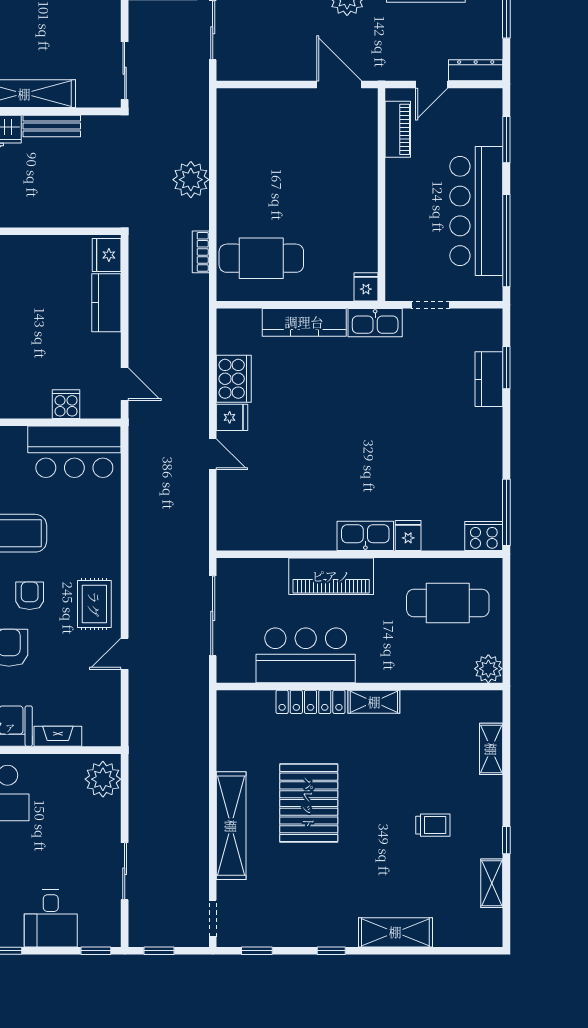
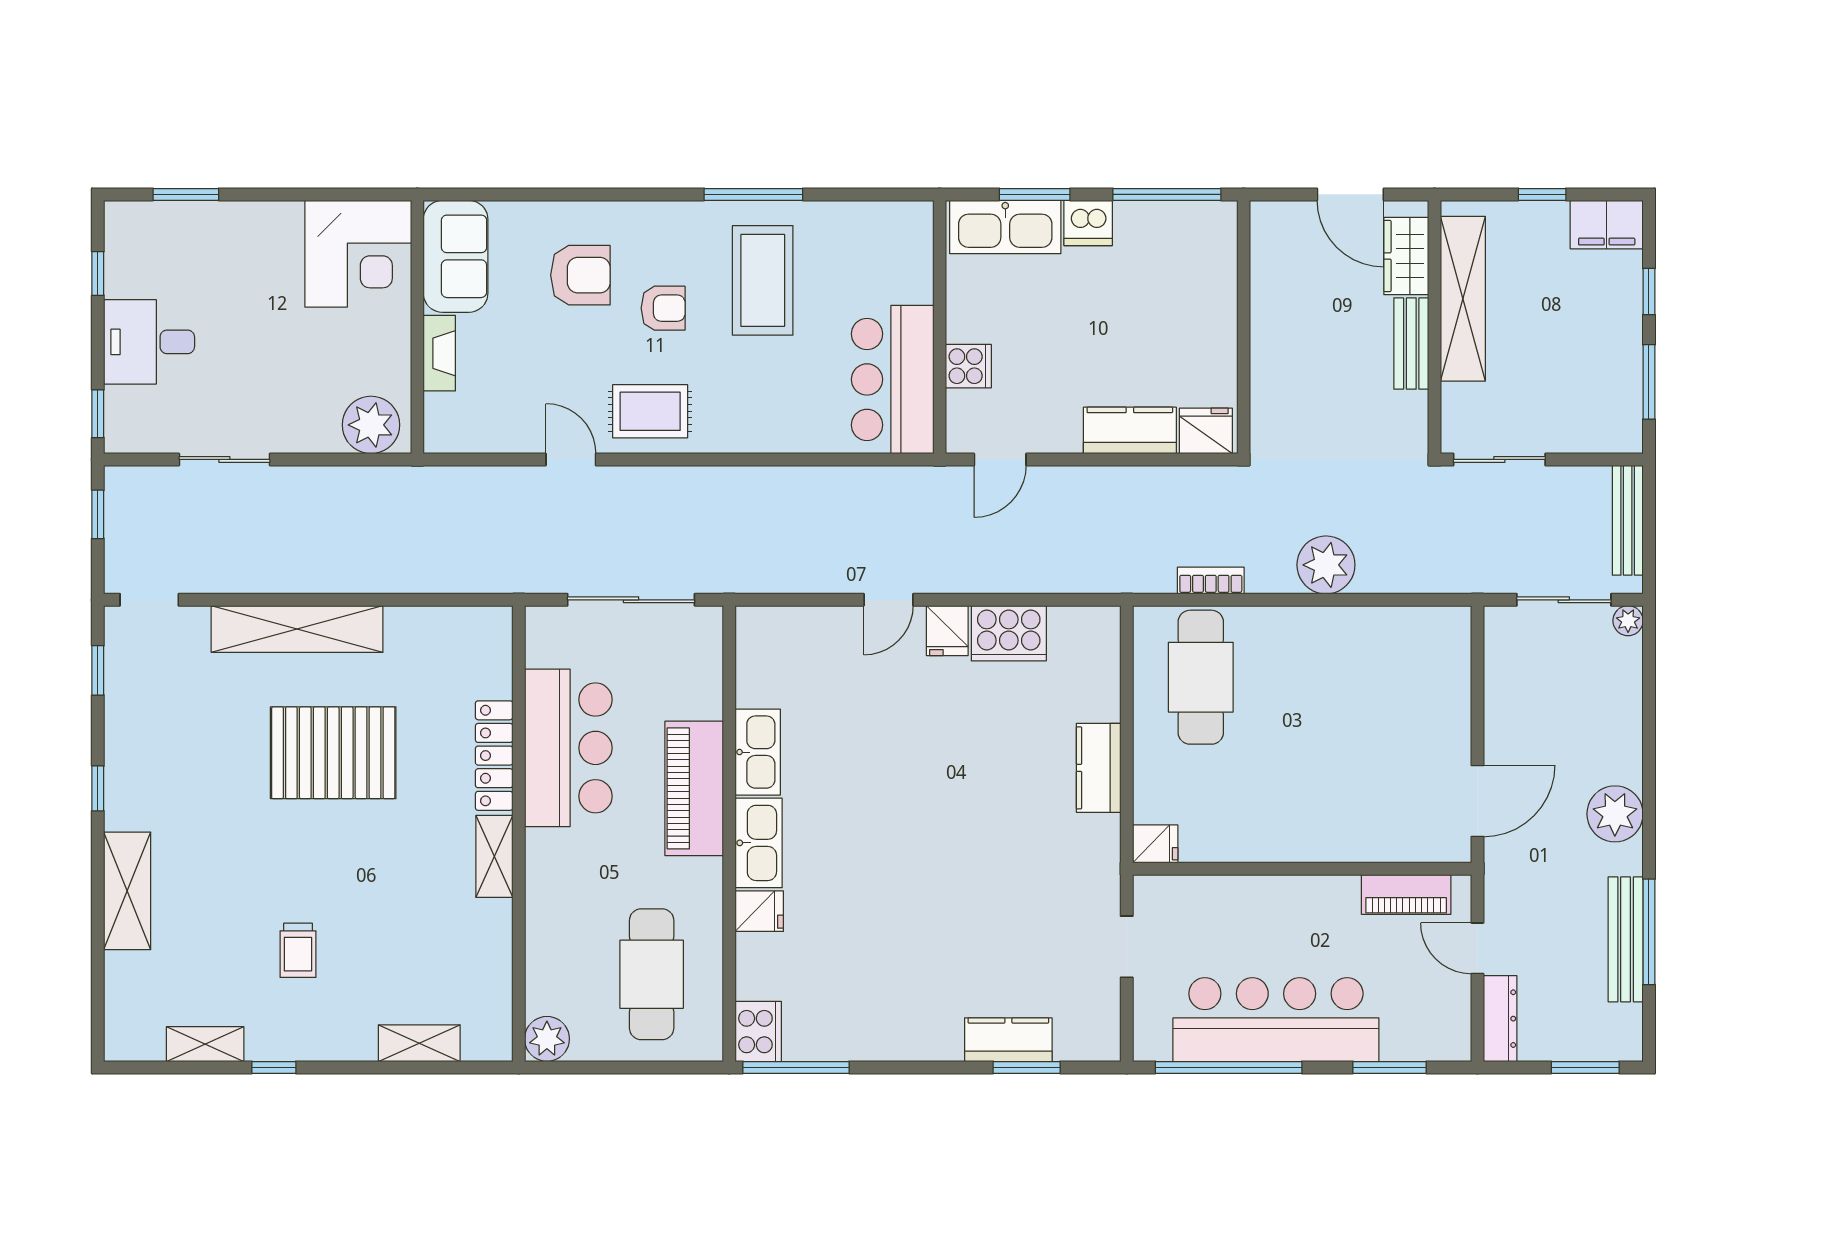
kitchen counter: (304, 322) -> (1099, 768), width x0.67
kitchen sink: (375, 323) -> (758, 752), moved, turned 180

